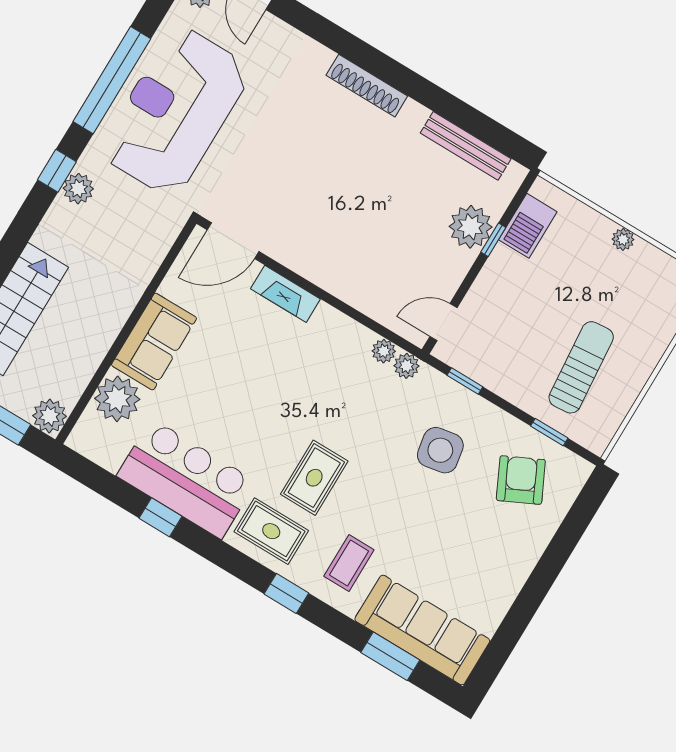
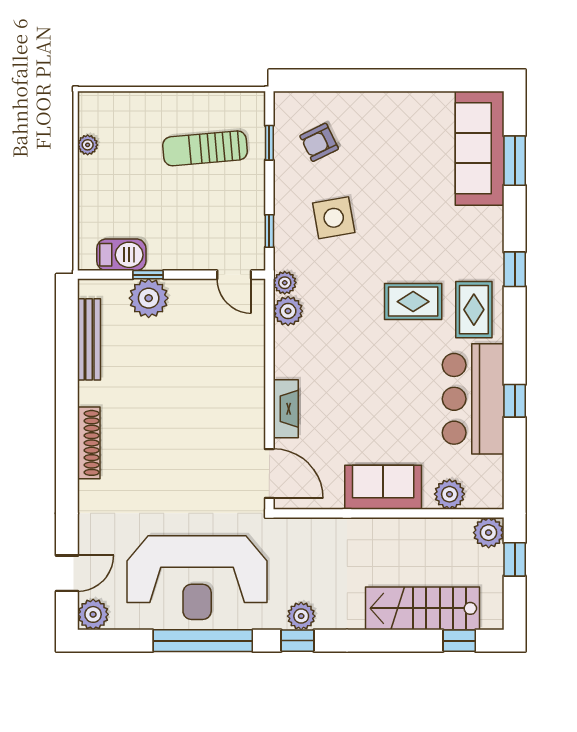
plant: (623, 239) -> (88, 145), moved
plant: (384, 351) -> (288, 311), width x1.38, depth x1.38
plant: (117, 399) -> (450, 494), width x0.73, depth x0.73
armchair: (521, 480) -> (319, 142), width x0.72, depth x0.72
coffee table: (349, 563) -> (462, 235), removed

